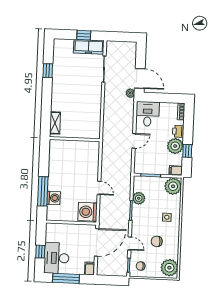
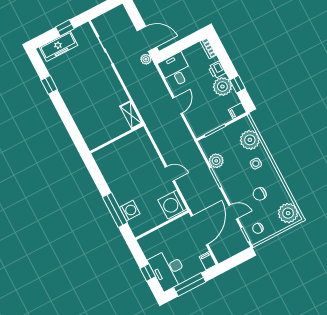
freezer: (89, 47) -> (58, 46), moved
shelving: (55, 123) -> (131, 115), moved
plant: (173, 186) -> (250, 140), moved

